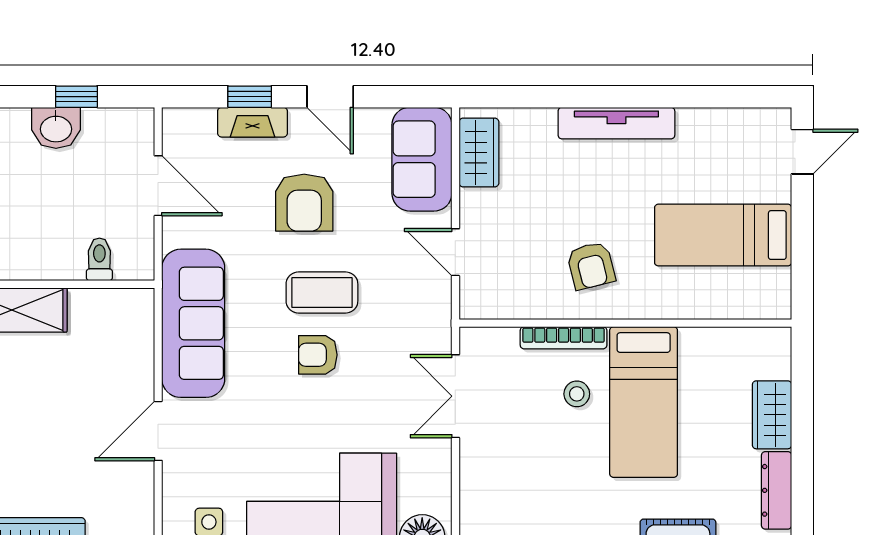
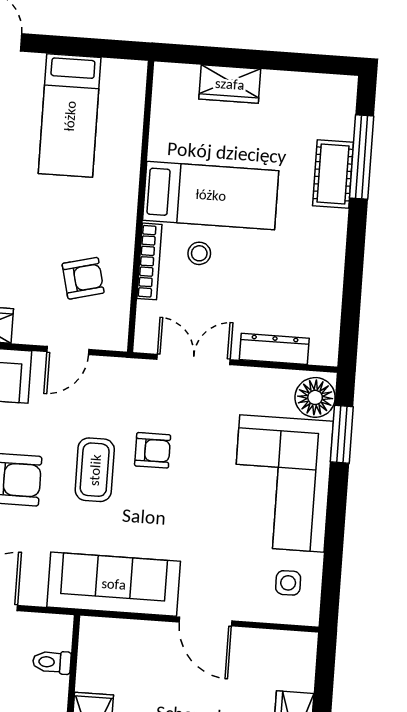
armchair: (591, 266) -> (83, 278), moved
armchair: (318, 355) -> (153, 450), moved, turned -90
double door: (455, 396) -> (194, 359), swing flipped
dresser: (777, 490) -> (274, 349), moved, turned 180

